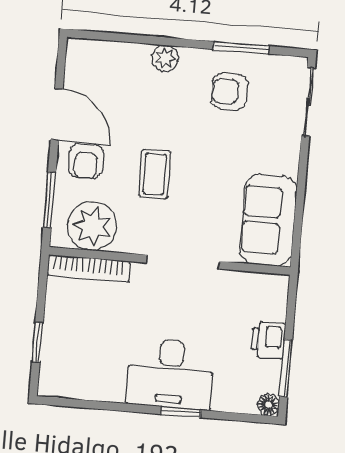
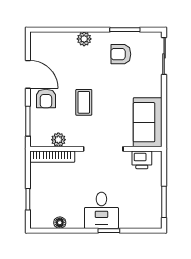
plant: (92, 226) -> (58, 140), width x0.53, depth x0.53
printer: (268, 340) -> (142, 160), moved, turned -90
desk: (170, 374) -> (101, 210), width x0.73
floor lamp: (268, 405) -> (60, 223), moved

